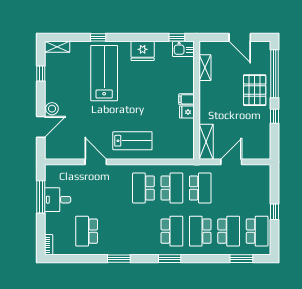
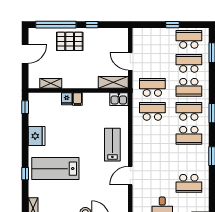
kitchen sink: (183, 49) -> (119, 99), moved, turned 90
fridge: (187, 112) -> (67, 99), moved
school desk: (143, 188) -> (189, 135), moved

